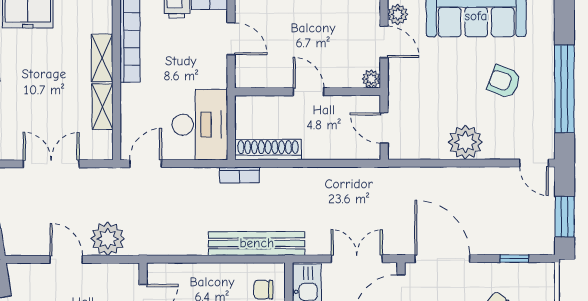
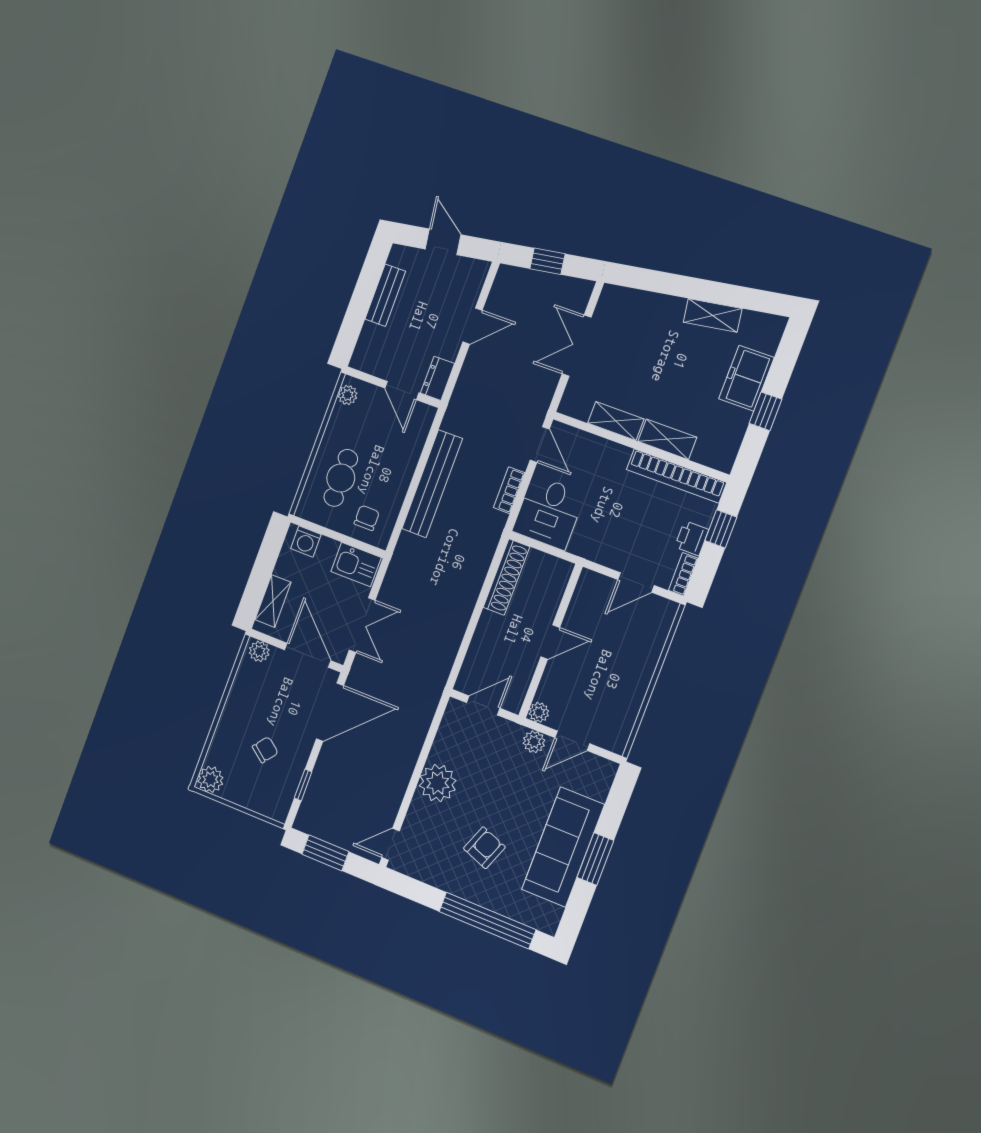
plant: (398, 14) -> (534, 742), moved
window: (564, 89) -> (487, 921), moved
desk: (200, 125) -> (549, 512), width x0.73
double door: (51, 164) -> (577, 346), swing flipped
bookcase: (239, 175) -> (509, 490), moved
plant: (108, 239) -> (477, 377), removed
bench: (257, 243) -> (432, 484), moved
dresser: (121, 273) -> (438, 378), added

